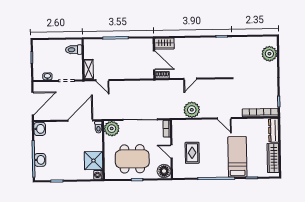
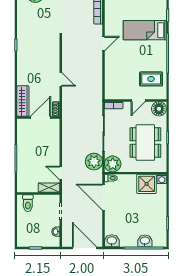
wardrobe: (164, 44) -> (23, 101), width x1.50
door: (102, 80) -> (61, 173), swing flipped
plant: (192, 110) -> (94, 162), moved
rug: (192, 153) -> (151, 79), moved

